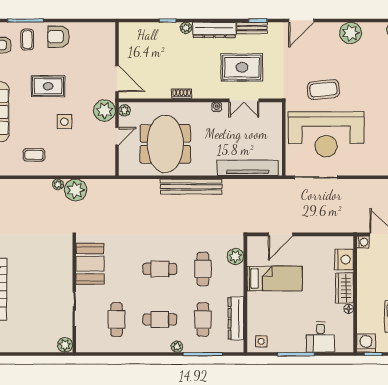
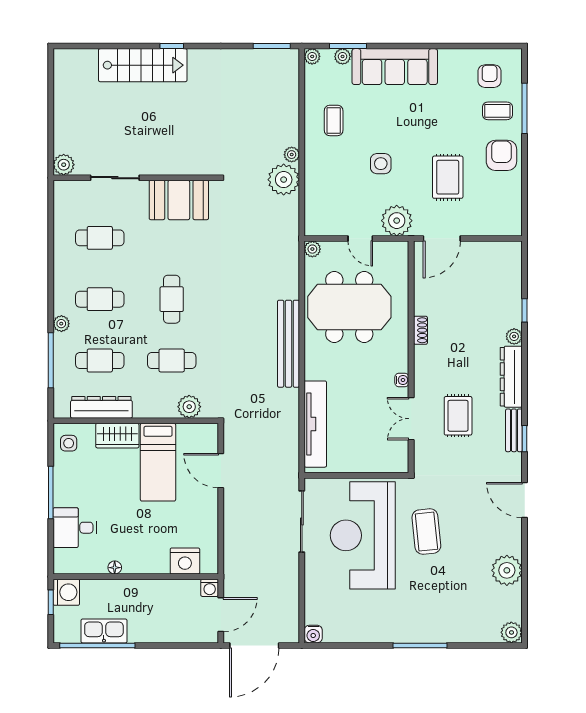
rug: (242, 67) -> (458, 416), width x0.73, depth x0.70
rug: (48, 86) -> (448, 177), moved
plant: (124, 110) -> (312, 249), moved
wardrobe: (345, 288) -> (117, 436), moved, turned 180
cafe table: (160, 319) -> (100, 299), turned 90

